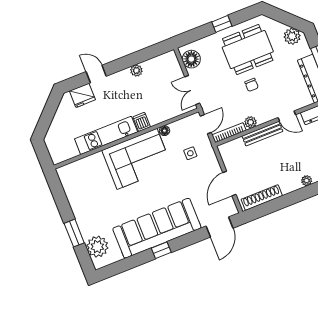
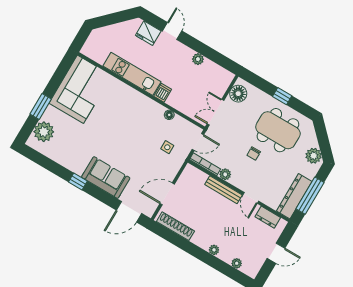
corner sofa: (137, 159) -> (80, 89), moved, turned -90
sofa: (157, 228) -> (106, 178), width x0.54, depth x0.79

